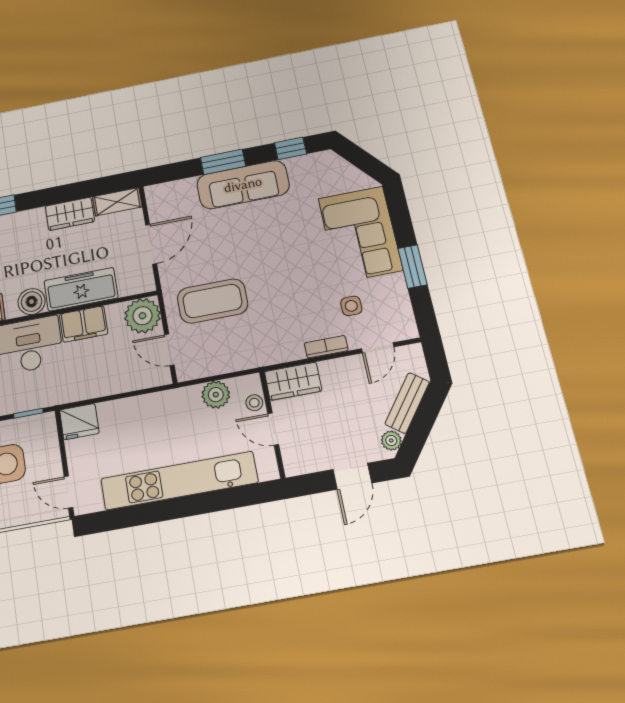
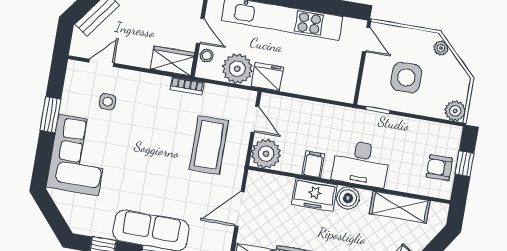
freezer: (81, 289) -> (314, 195), width x0.71
coffee table: (212, 301) -> (209, 145), turned 90
filing cabinet: (83, 324) -> (313, 164), width x0.50
bookcase: (326, 347) -> (187, 86), moved
plant: (216, 395) -> (237, 69), width x1.36, depth x1.36
fridge: (79, 422) -> (267, 77), moved

